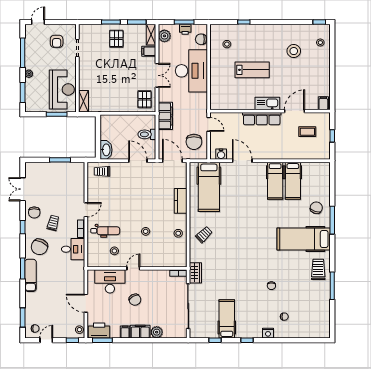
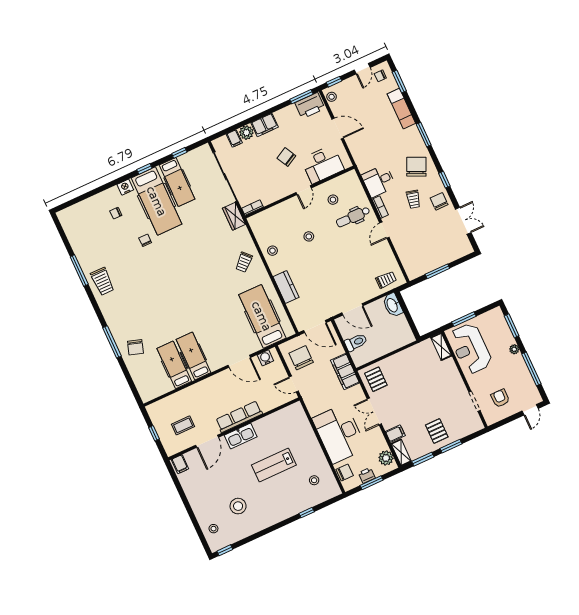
hospital bed: (304, 239) -> (157, 201), moved, turned 90
exam couch: (30, 275) -> (401, 109), moved
filing cabinet: (125, 332) -> (234, 138), moved

